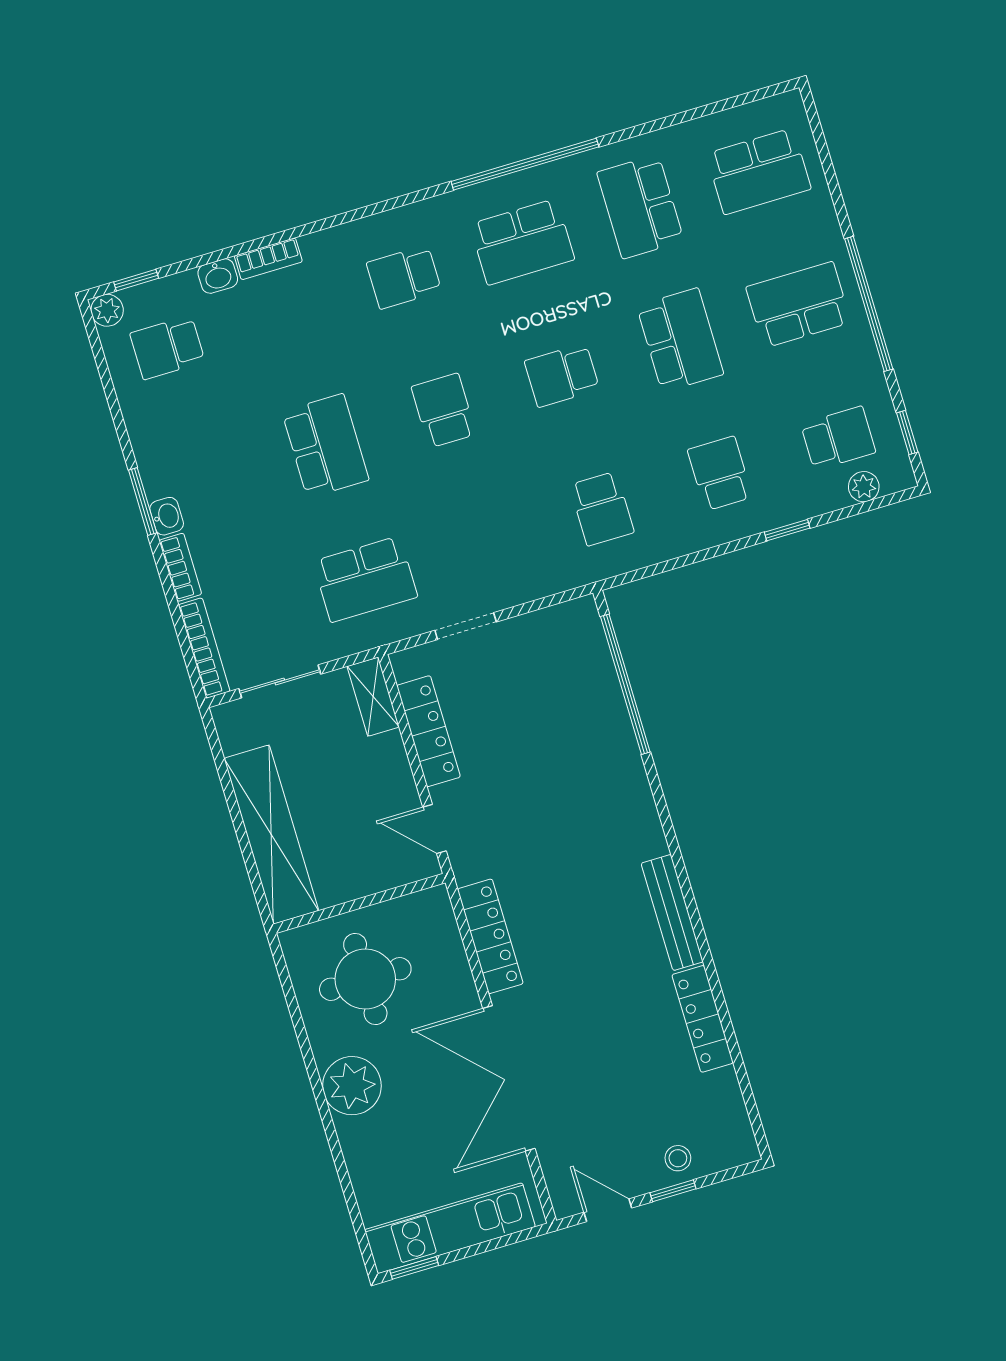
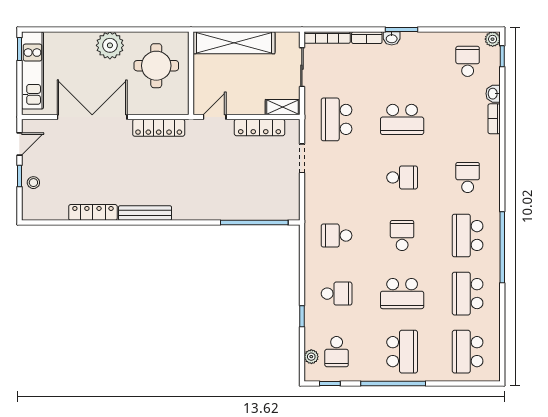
school desk: (640, 207) -> (468, 294), turned -90

